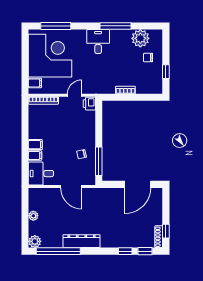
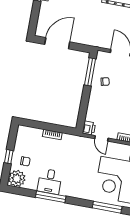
plant: (140, 38) -> (17, 179), moved
desk: (98, 42) -> (50, 181), moved
window: (166, 72) -> (9, 157), moved
door: (75, 95) -> (101, 138), hinge flipped

